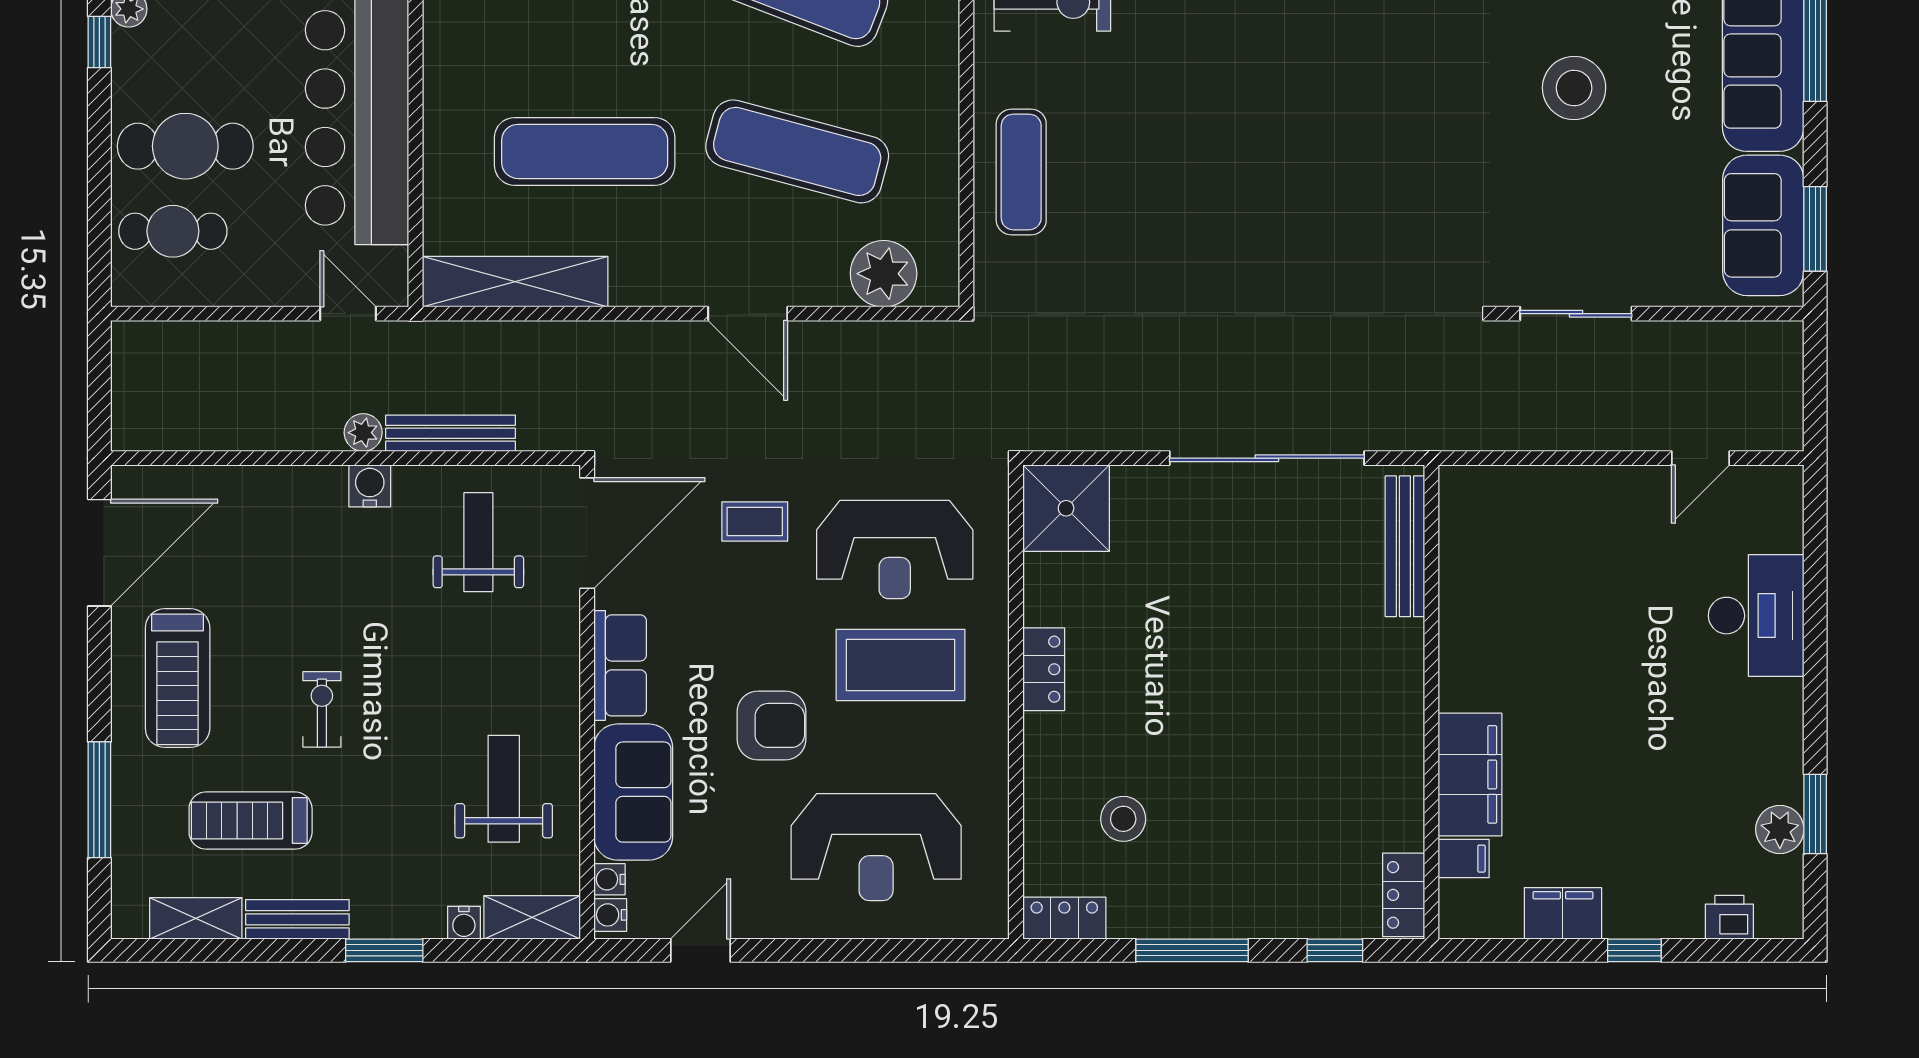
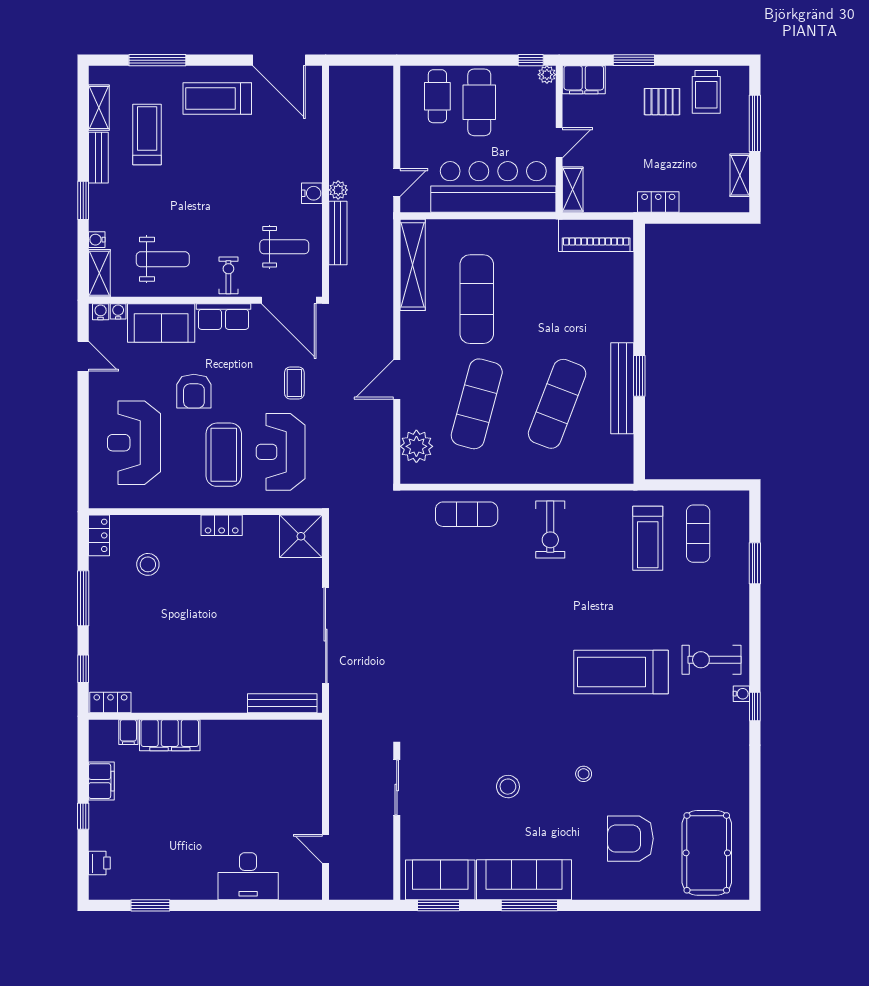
stool: (1574, 88) -> (508, 787), width x0.73, depth x0.73
exercise bike: (322, 709) -> (228, 275), moved, turned -90
plant: (1780, 829) -> (143, 888), removed

